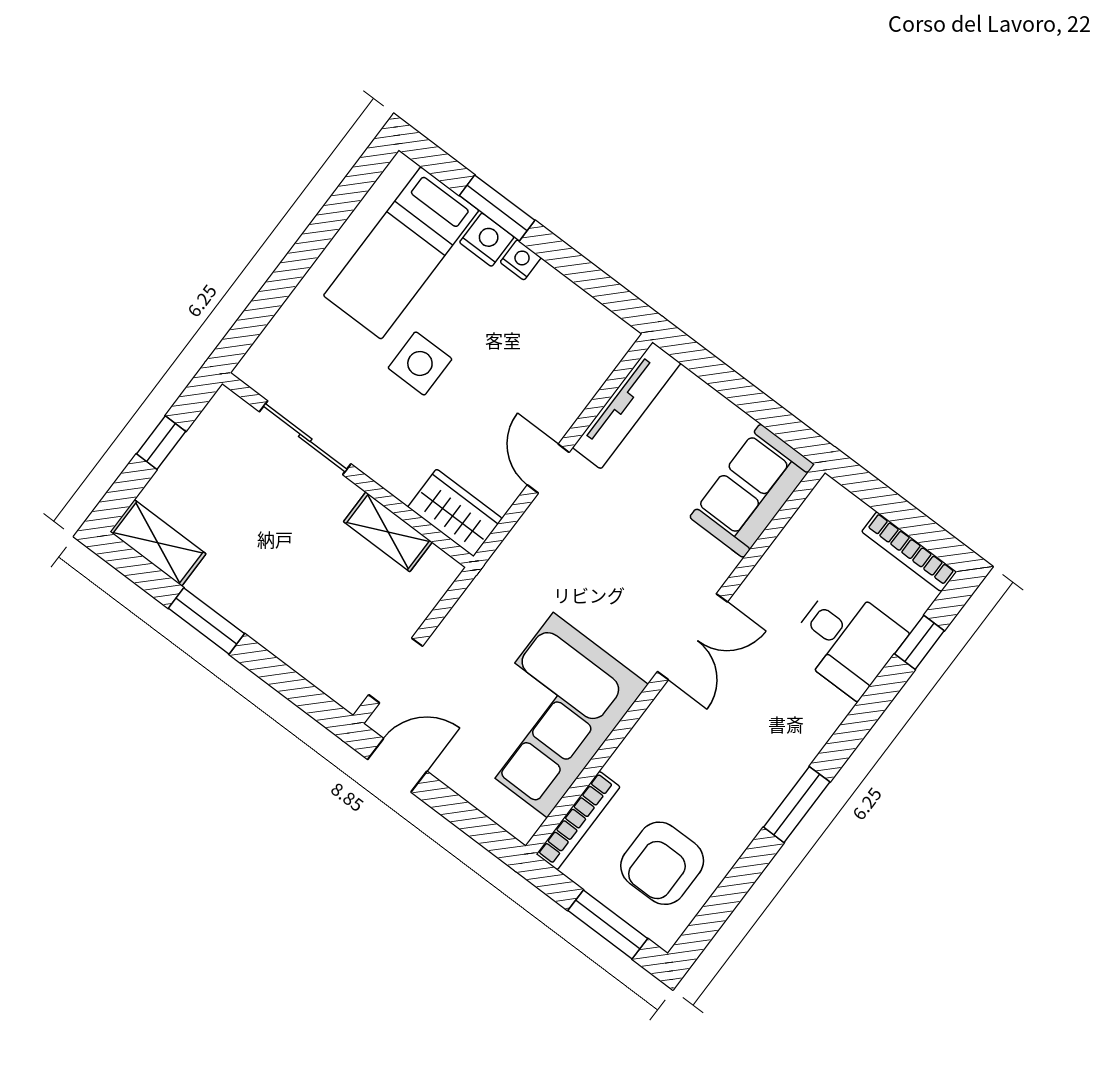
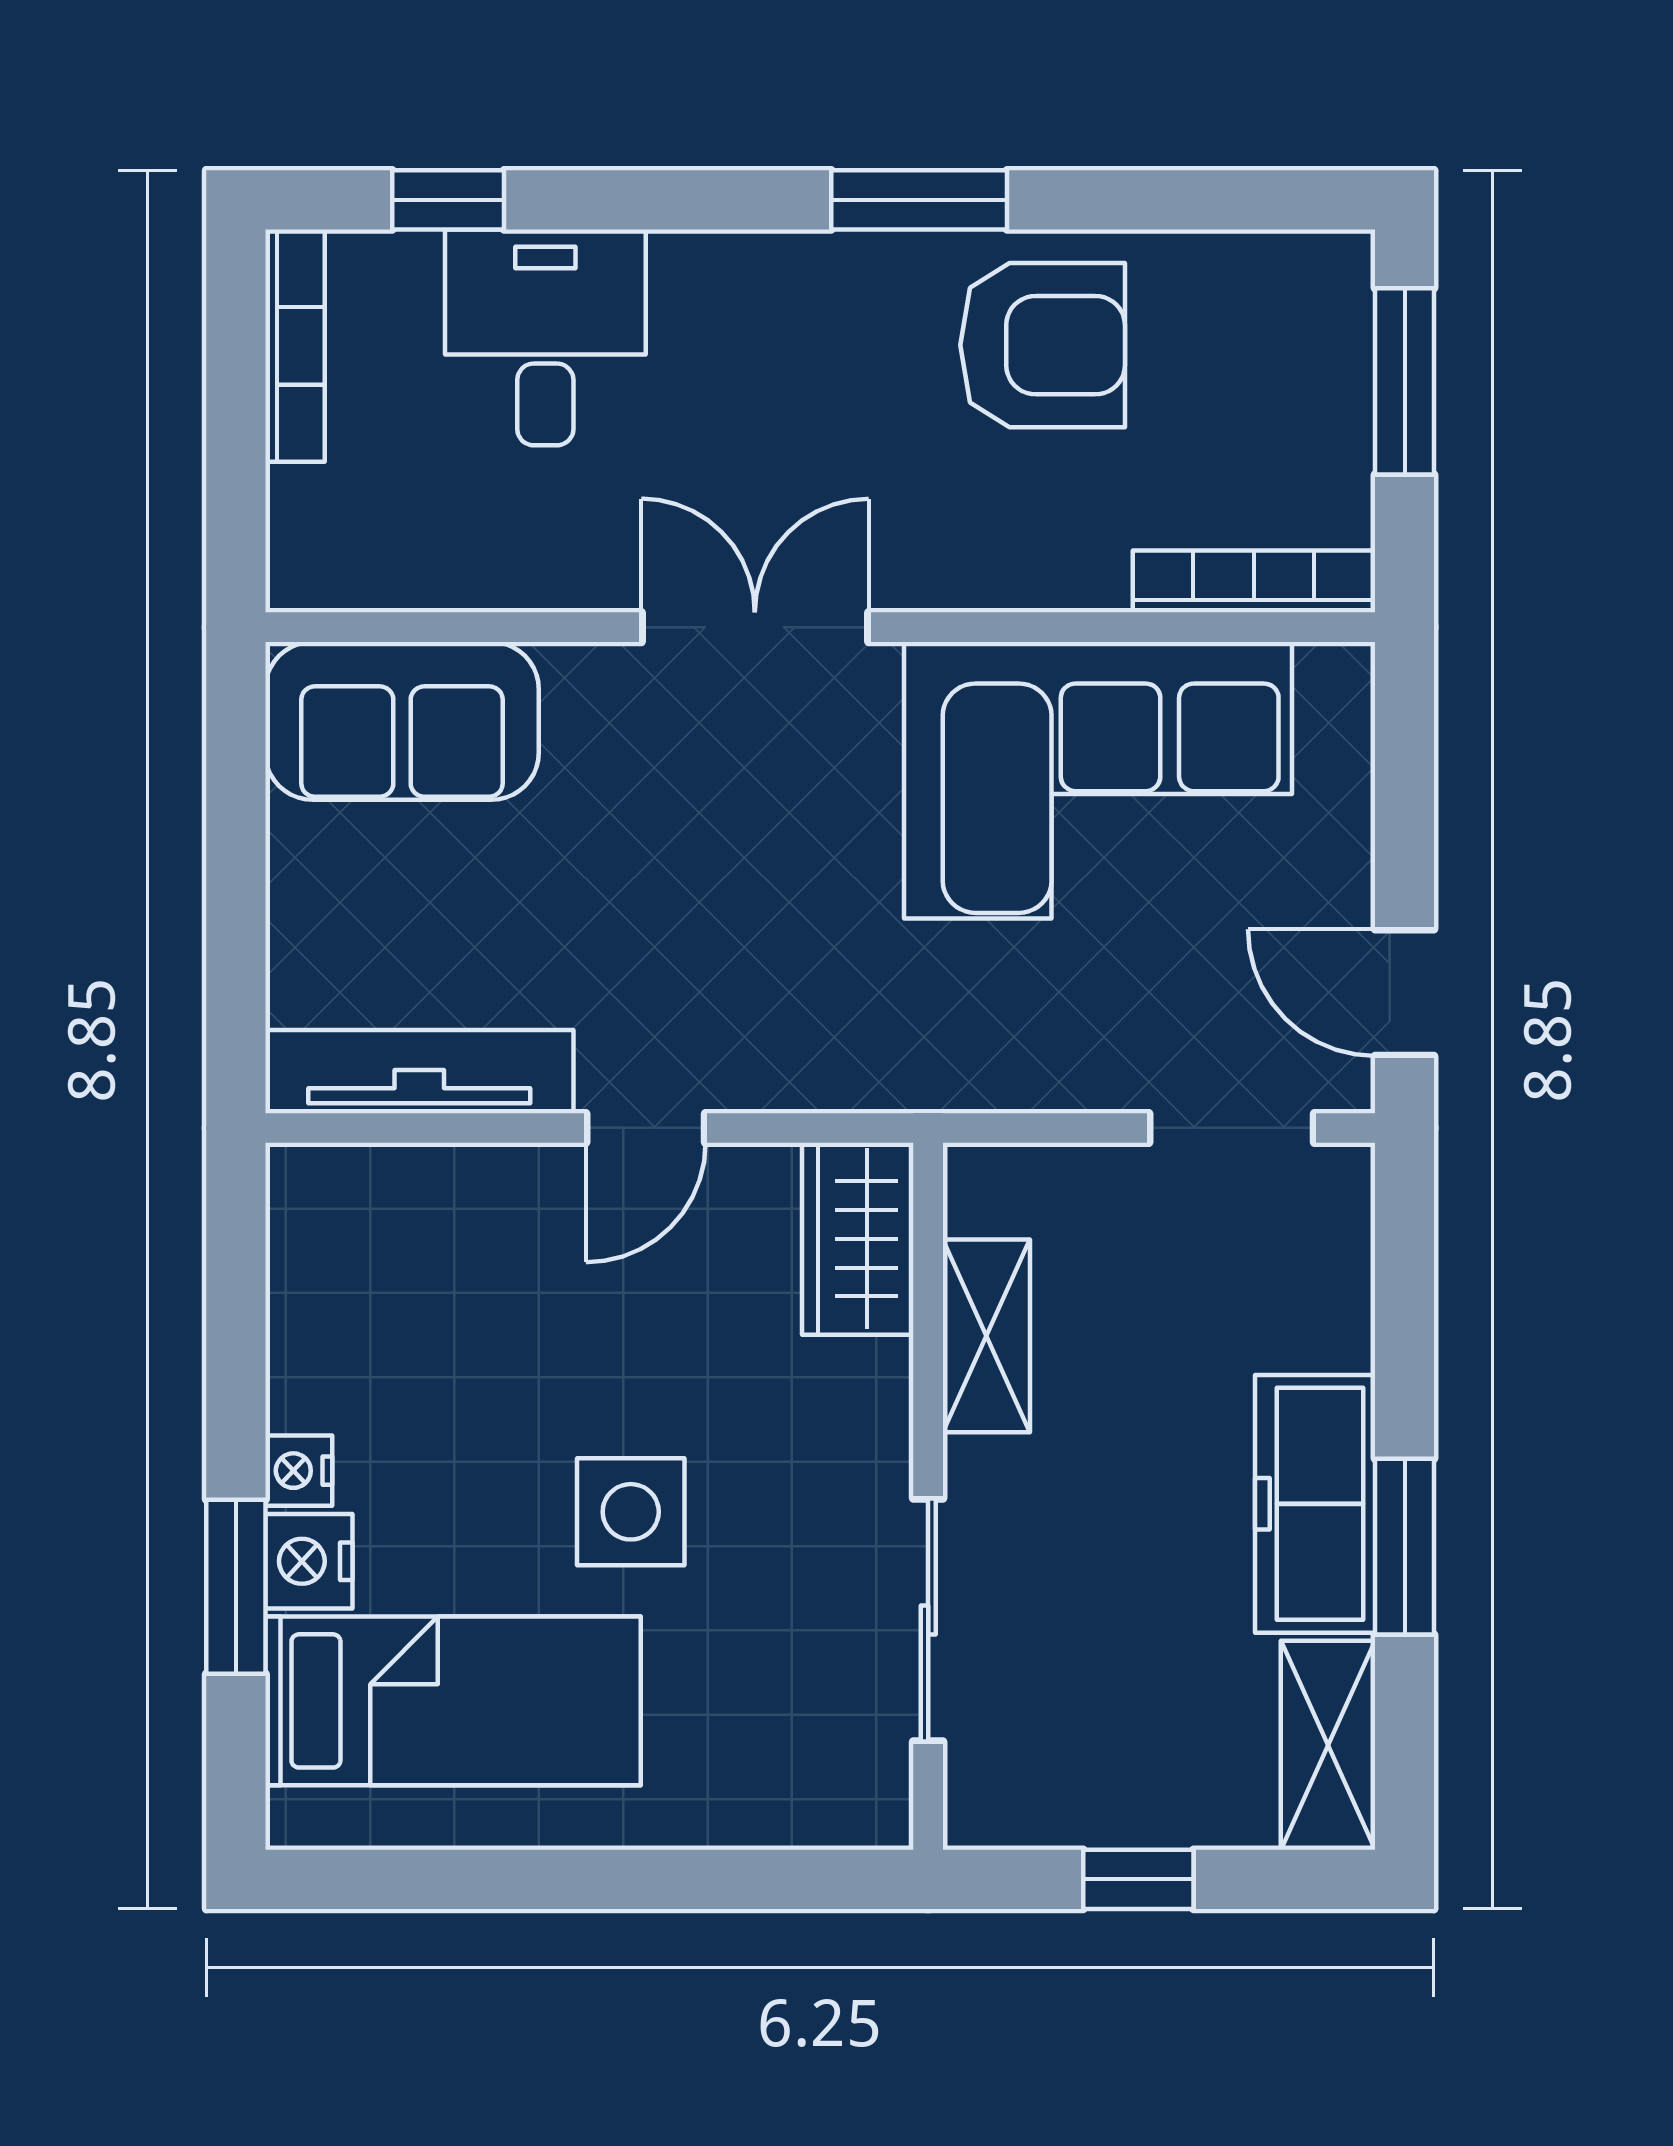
freezer: (244, 601) -> (1315, 1504), added
armchair: (662, 863) -> (1043, 345), moved

